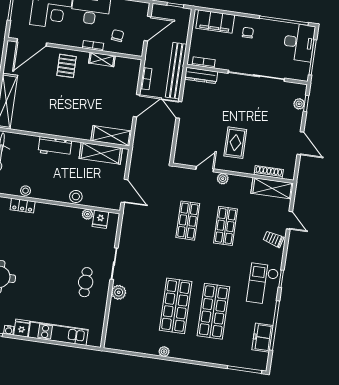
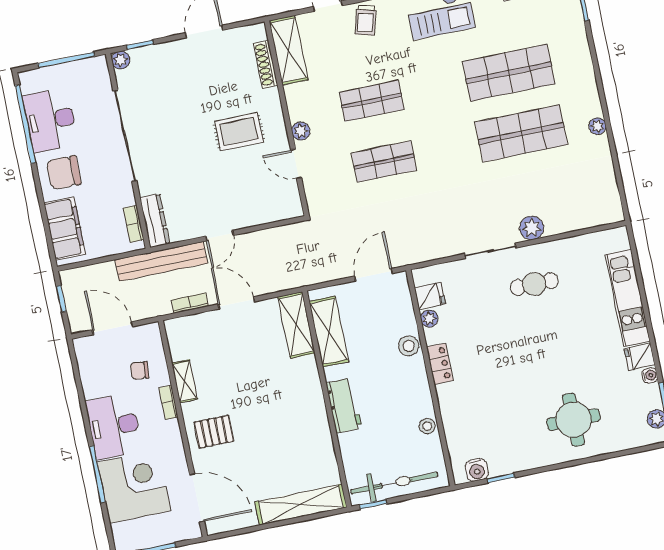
chair: (248, 33) -> (64, 173), width x1.87, depth x1.87
desk: (299, 42) -> (50, 120), moved, turned -90
plant: (299, 104) -> (121, 60), moved
locker: (23, 206) -> (440, 364), moved

